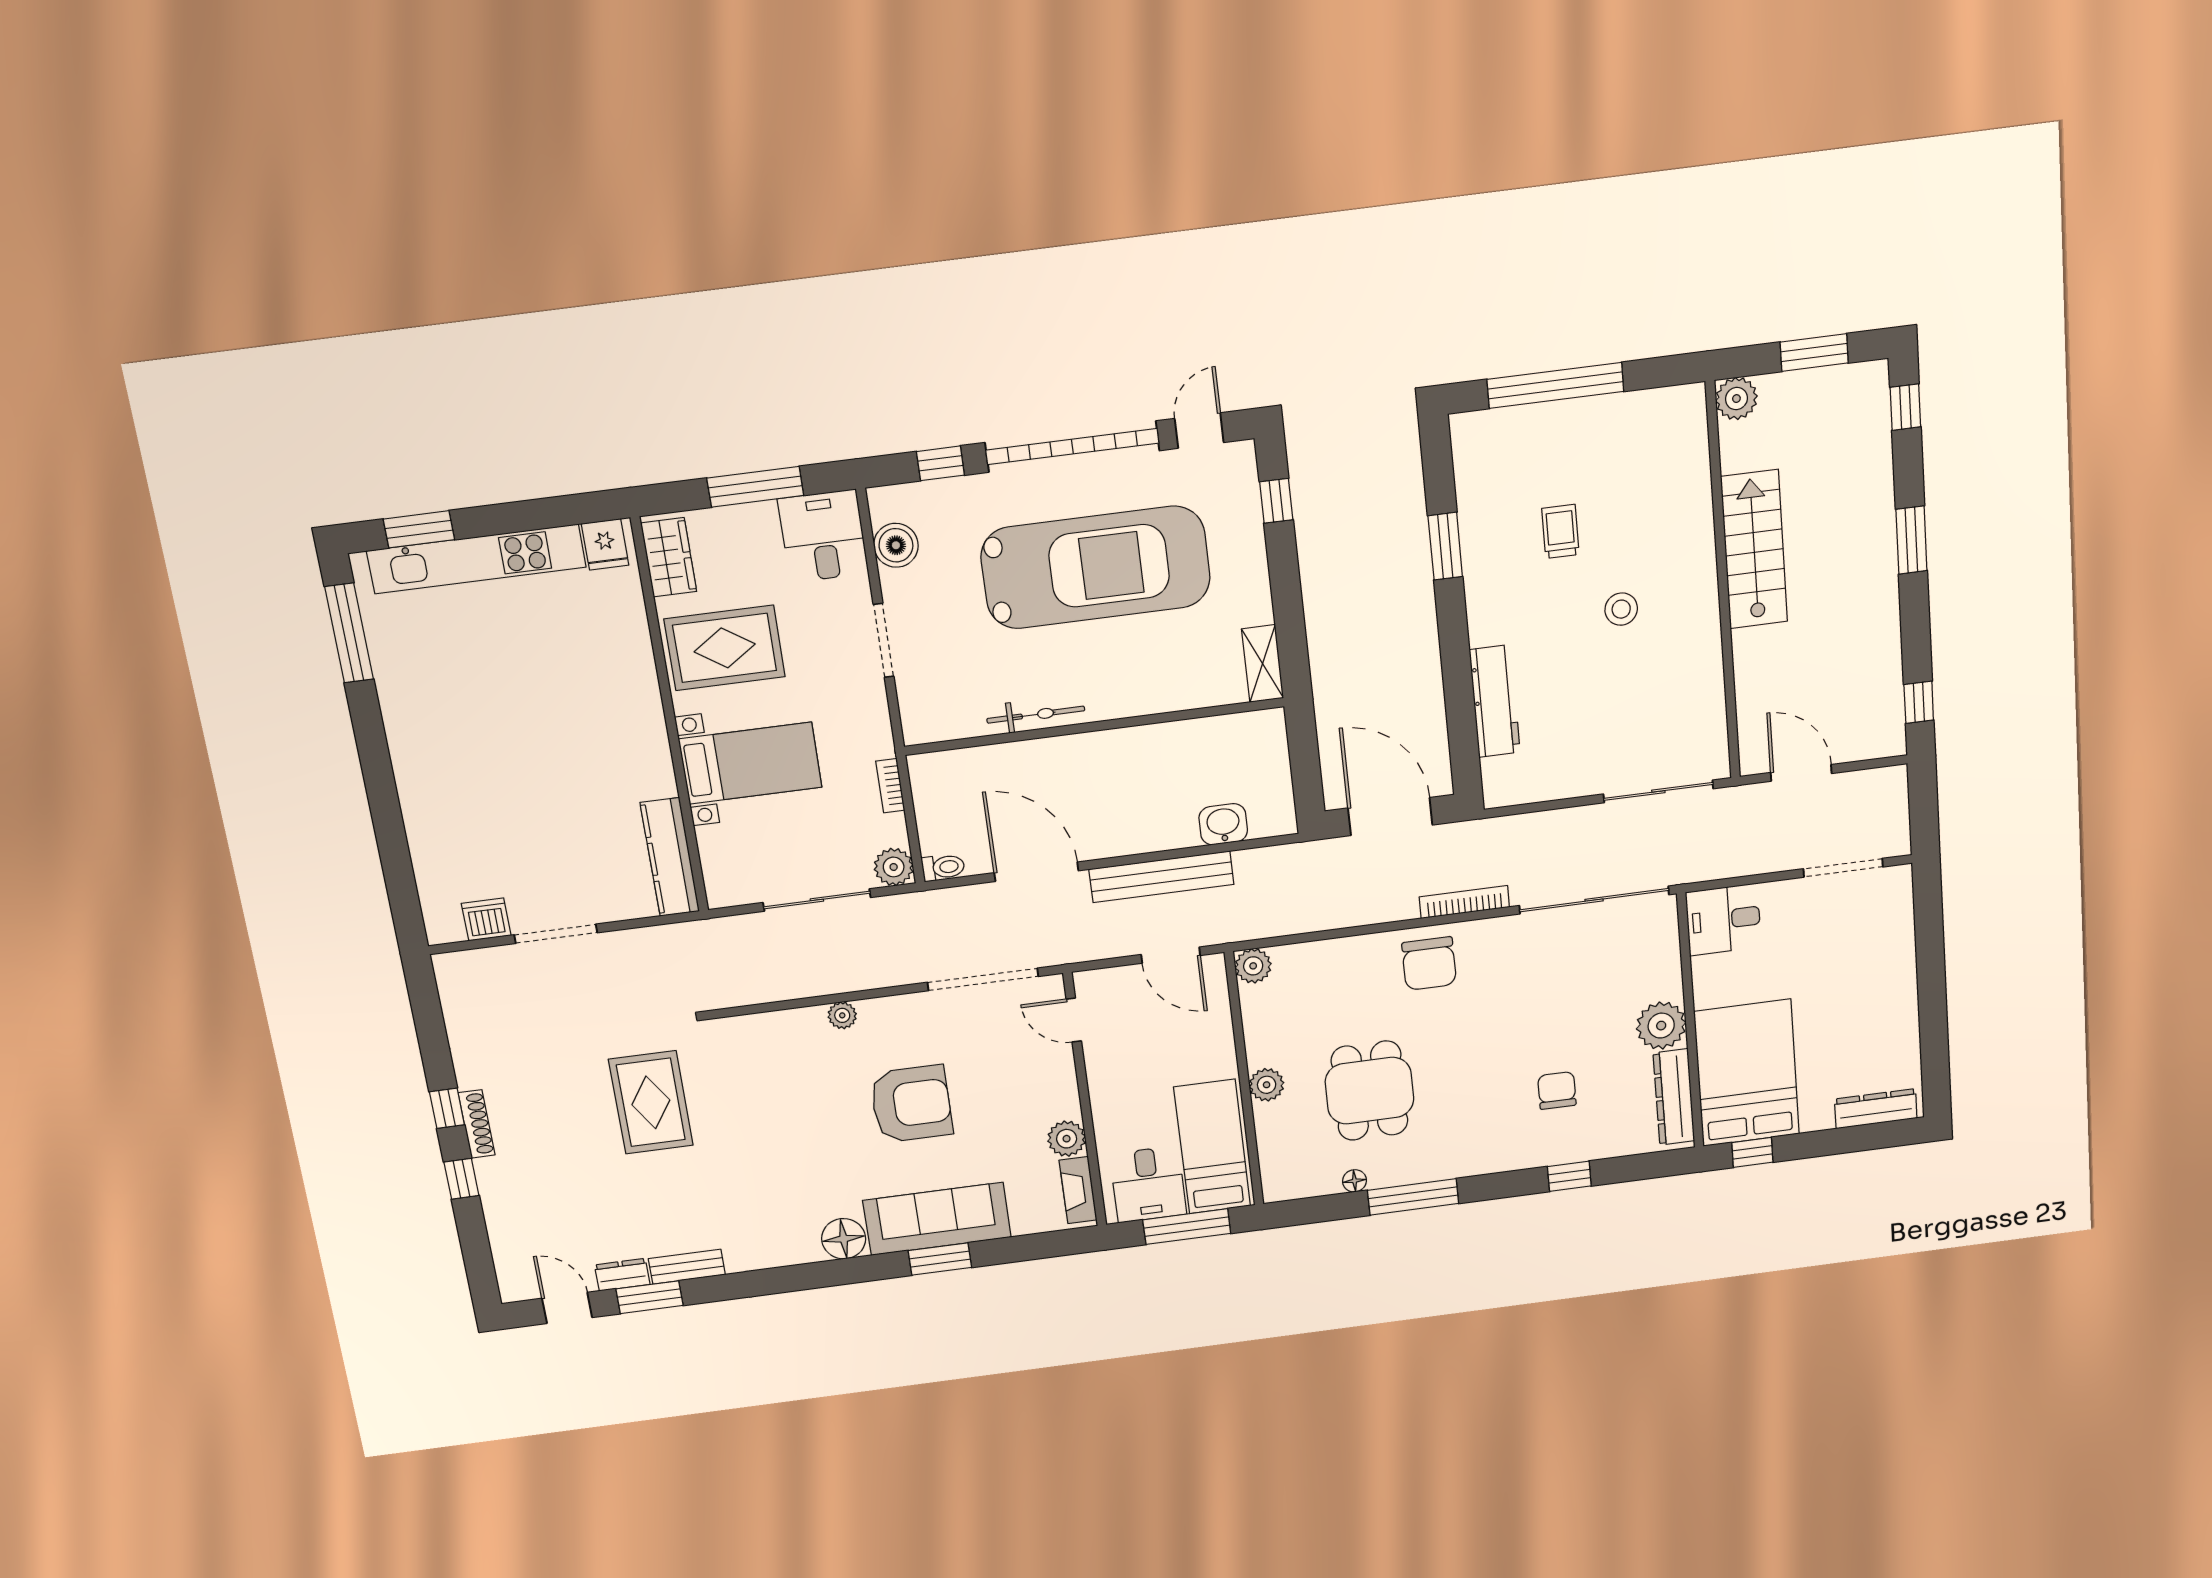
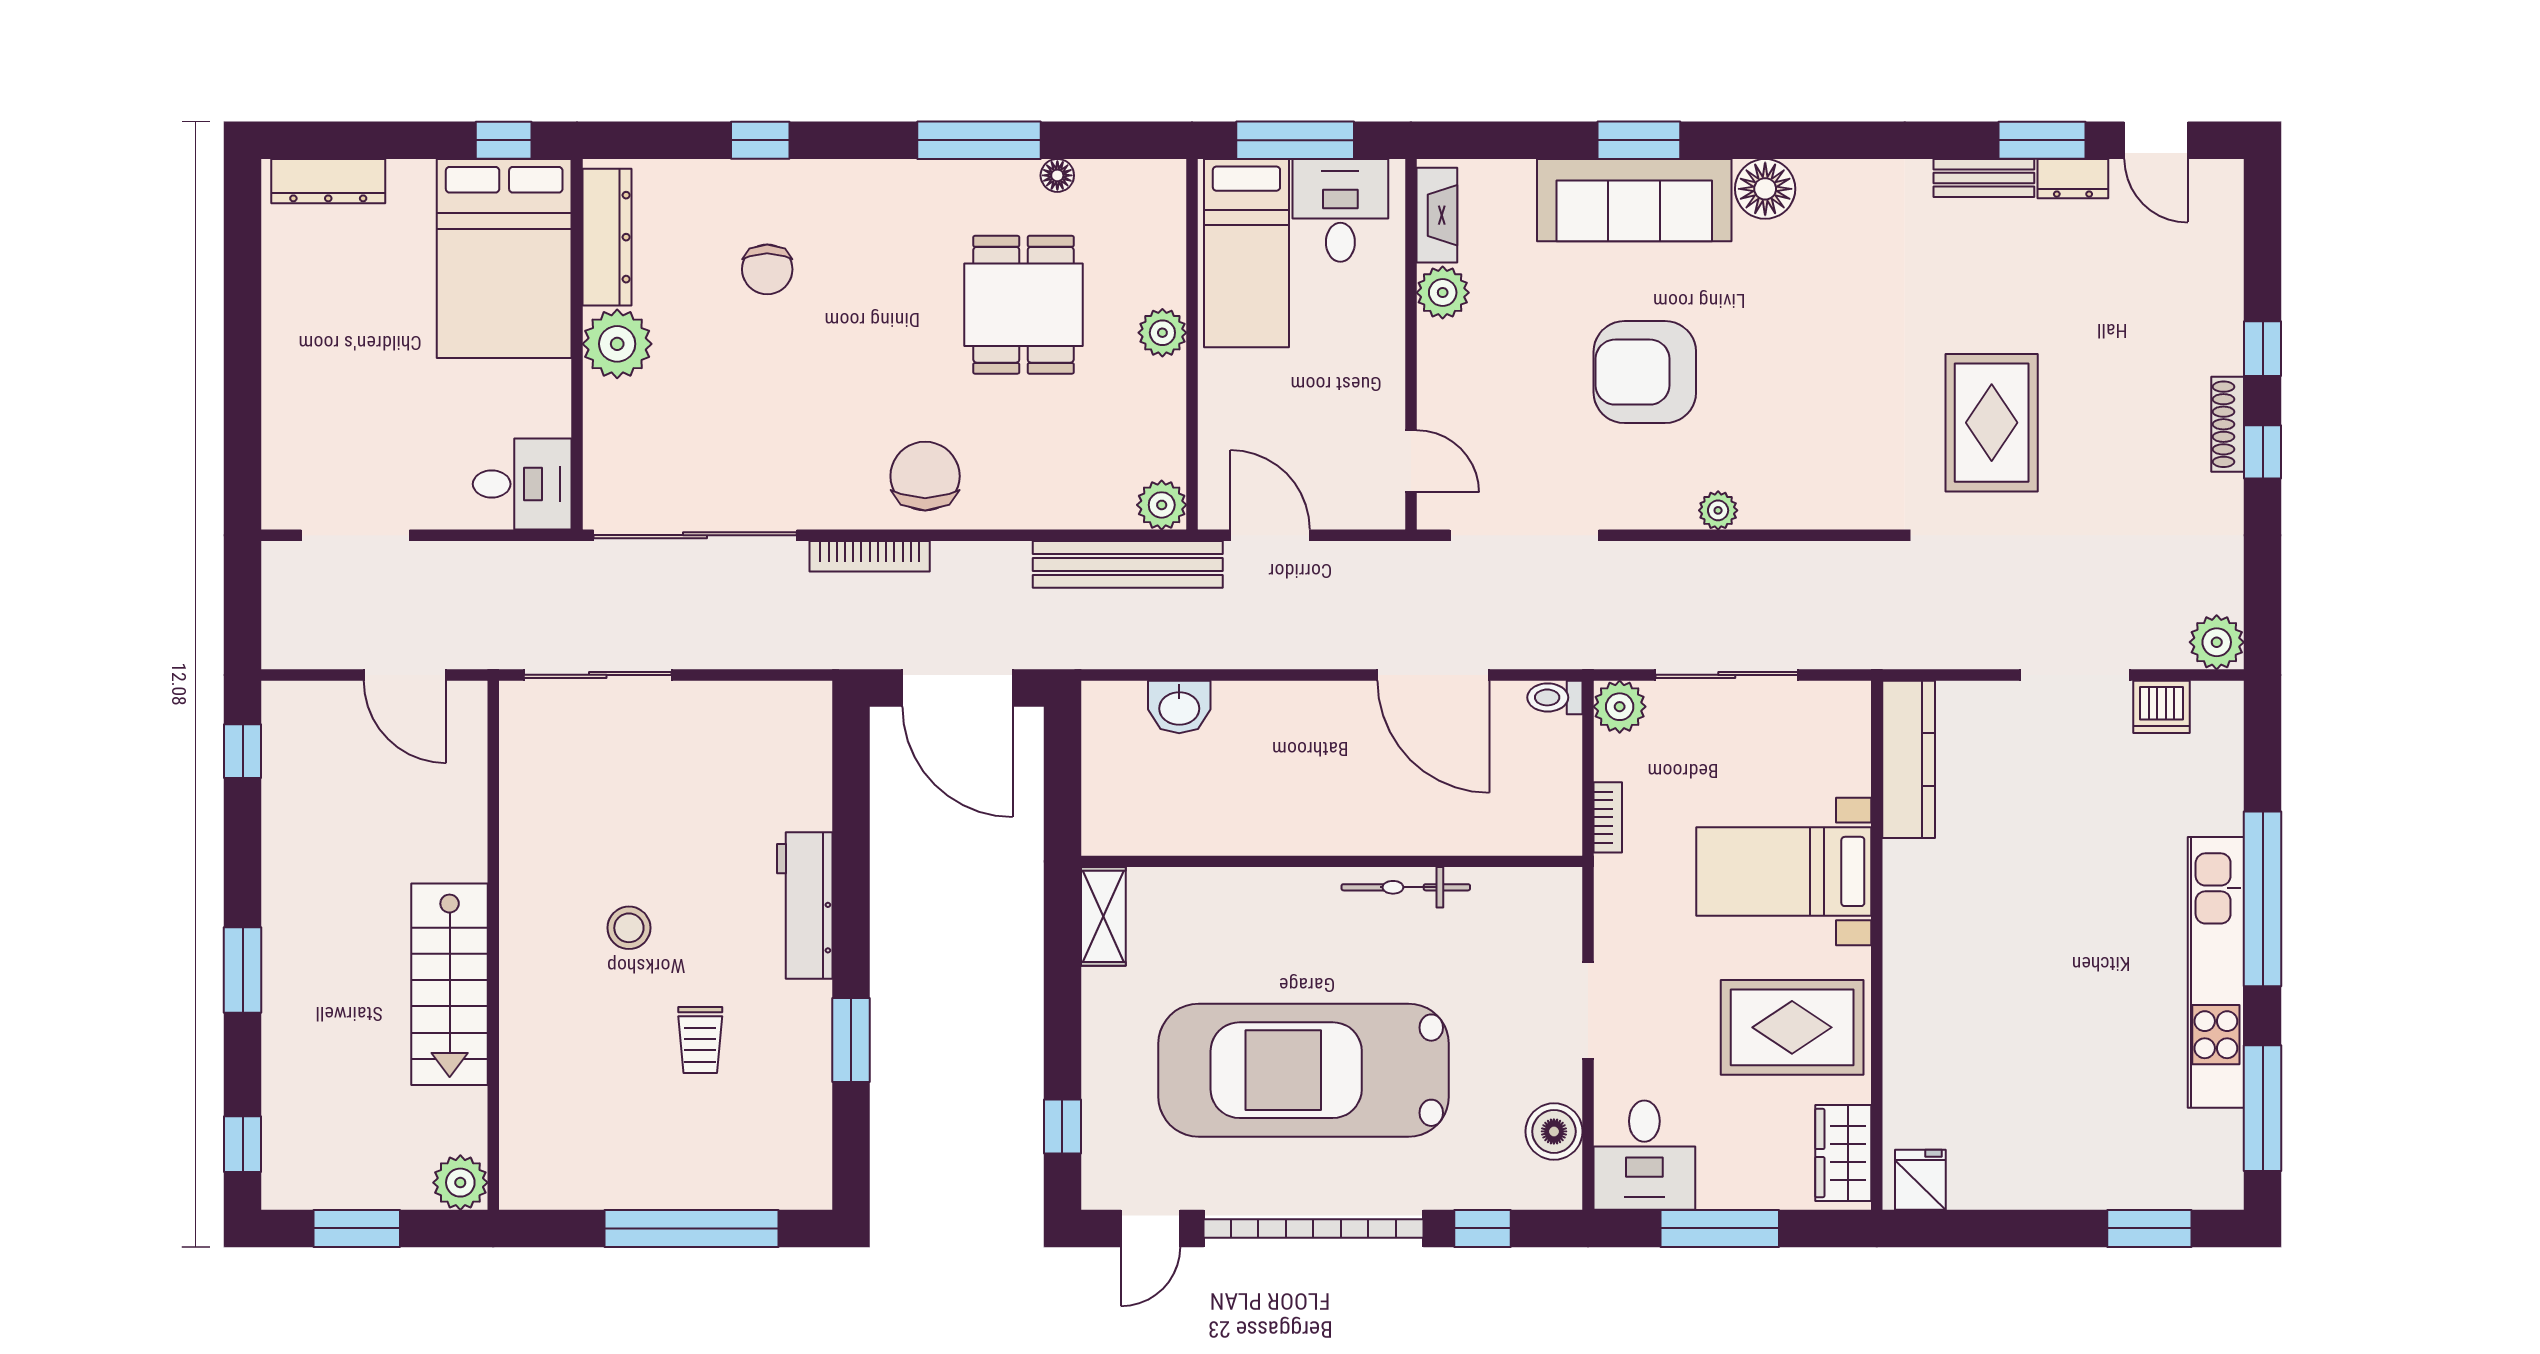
kitchen unit: (476, 559) -> (2216, 972), moved, turned -90
workbench: (1495, 701) -> (805, 906), moved
window: (381, 790) -> (2263, 899), added
bench: (1161, 877) -> (1128, 564), moved
plant: (454, 971) -> (2217, 642), added

